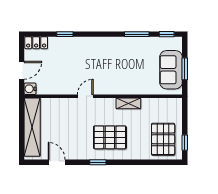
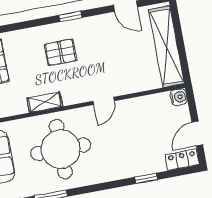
round table: (123, 67) -> (61, 149), added
door: (22, 70) -> (197, 134), moved
pallet: (110, 137) -> (61, 52), width x0.67, depth x0.71

